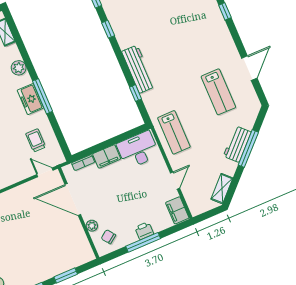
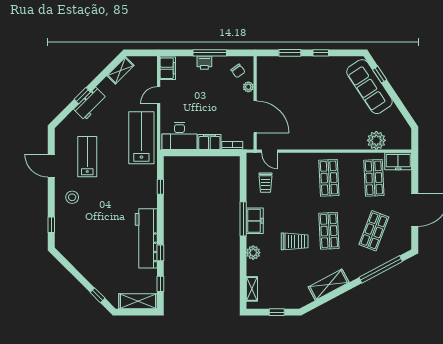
stool: (216, 46) -> (72, 197), added
door: (249, 68) -> (51, 166), hinge flipped
workbench: (138, 69) -> (146, 238), moved, width x1.36, depth x1.32
lab bench: (174, 132) -> (141, 138), width x1.36, depth x1.39
window: (248, 149) -> (82, 96), width x0.46

